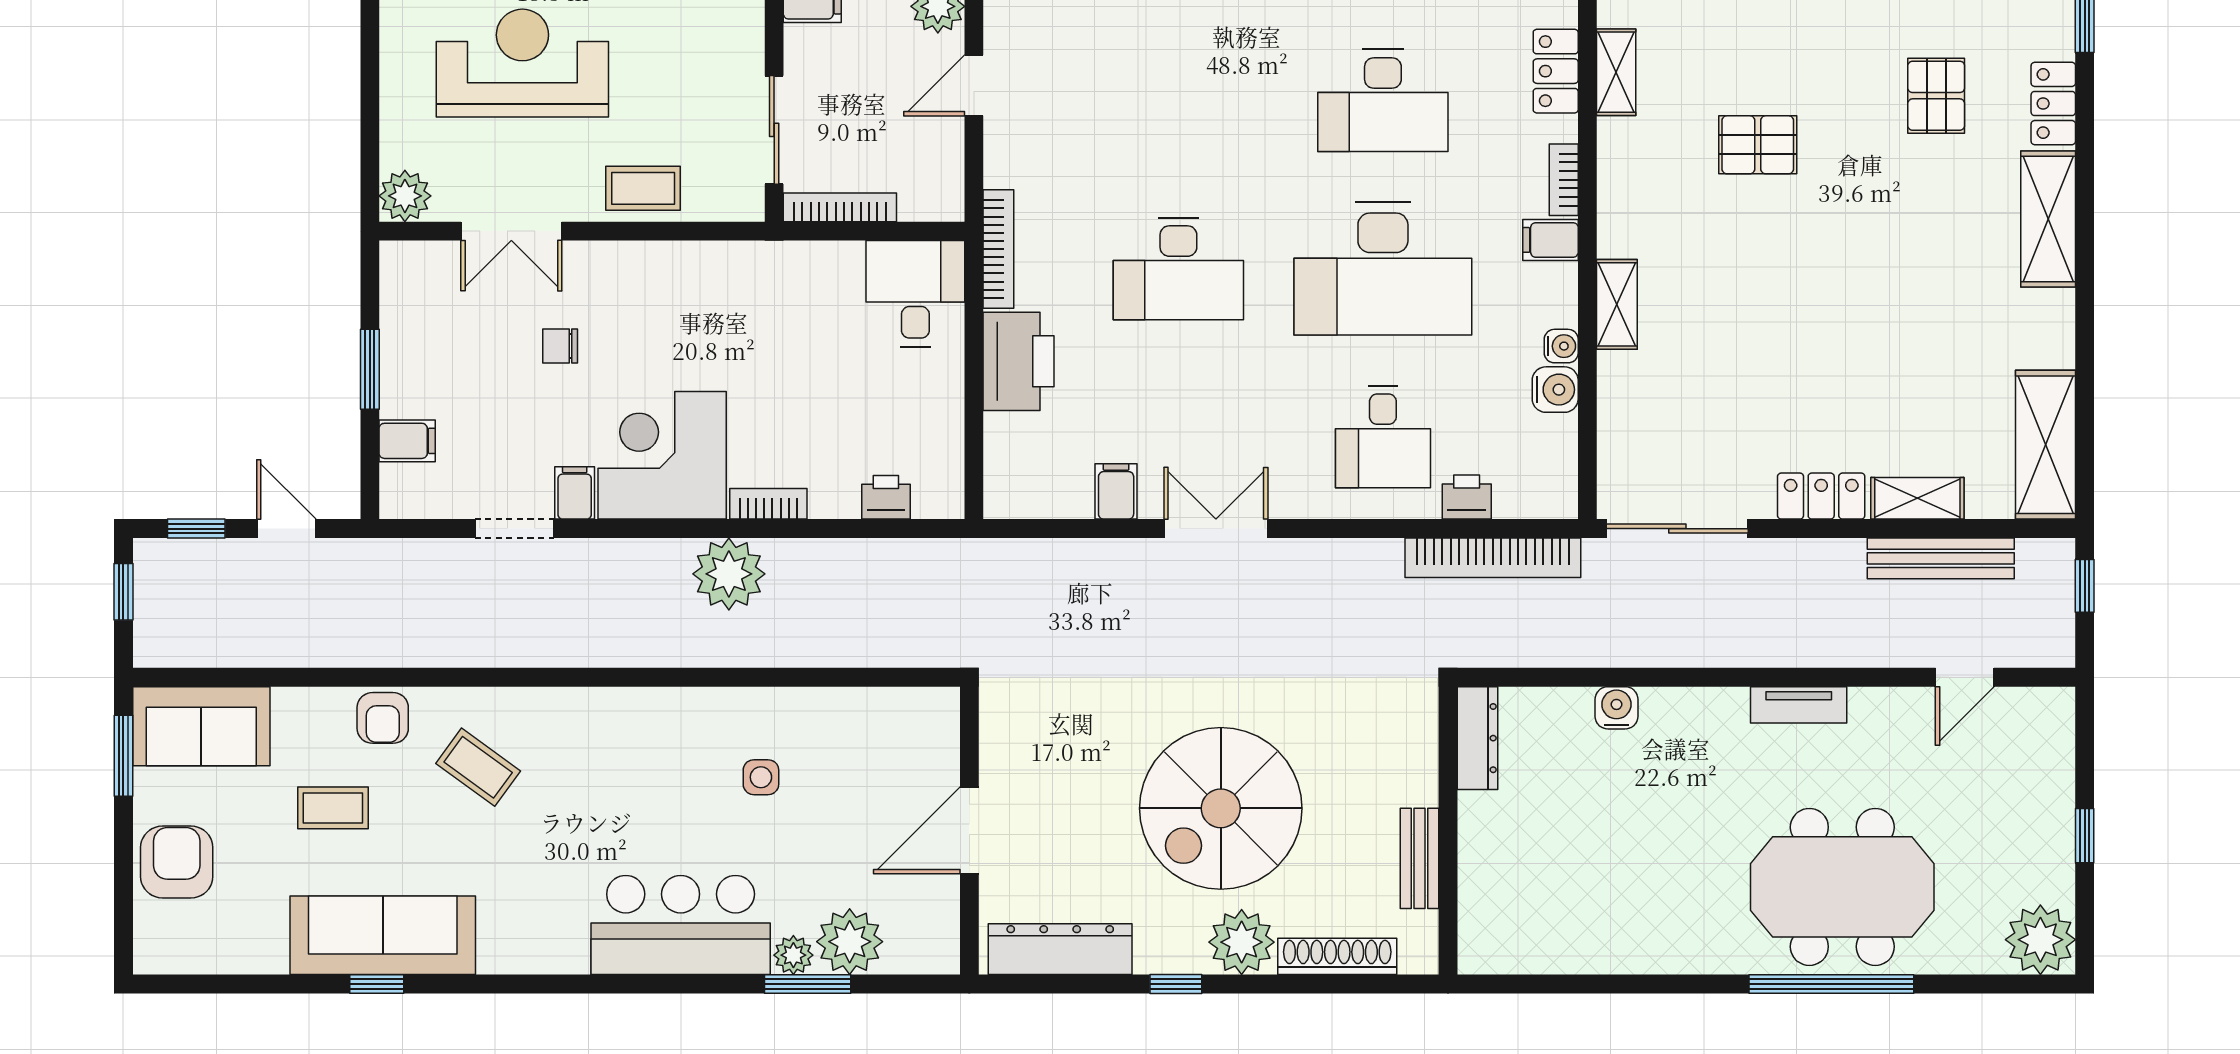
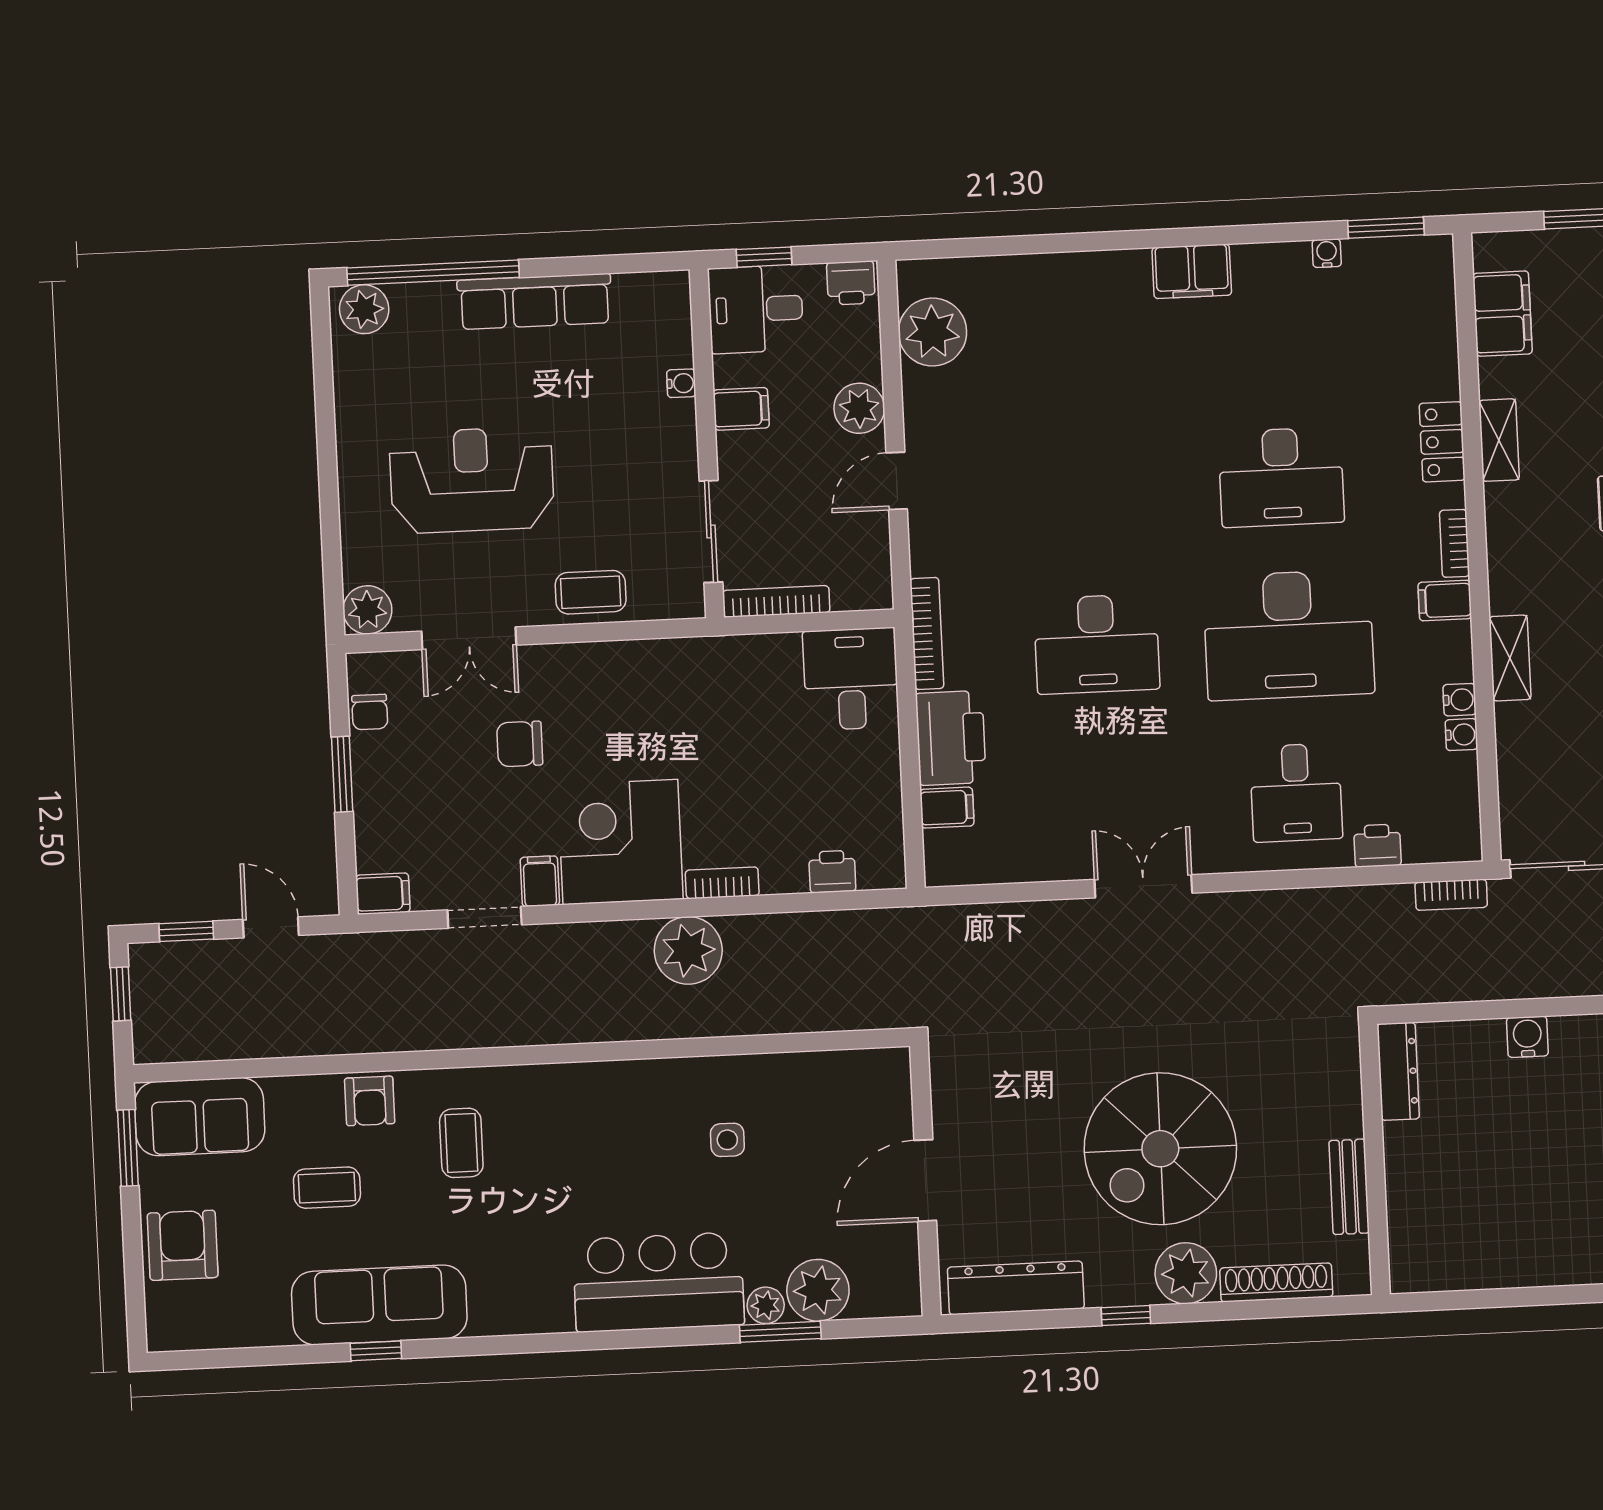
chair: (402, 305) -> (370, 712), added
chair: (560, 346) -> (520, 744), width x1.37, depth x1.37
water cooler: (1555, 390) -> (1461, 735), width x0.72, depth x0.72
filing cabinet: (407, 441) -> (383, 894), moved
filing cabinet: (1116, 491) -> (947, 808), moved, turned 90
bookcase: (1493, 558) -> (1451, 895), width x0.43, depth x0.76
coffee table: (478, 767) -> (461, 1143), turned 54

